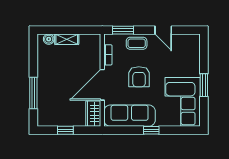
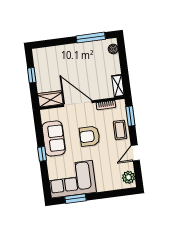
shelving: (67, 39) -> (118, 86), moved
plant: (189, 41) -> (128, 177), added
window: (204, 85) -> (75, 199), moved
window: (33, 93) -> (91, 38), moved
sofa: (130, 116) -> (54, 138), width x0.73

